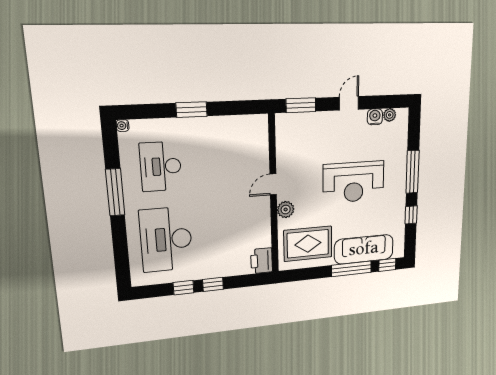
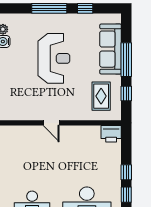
plant: (286, 210) -> (72, 114), removed
rug: (308, 244) -> (101, 96), width x0.73, depth x0.70
window: (387, 265) -> (126, 94), moved

